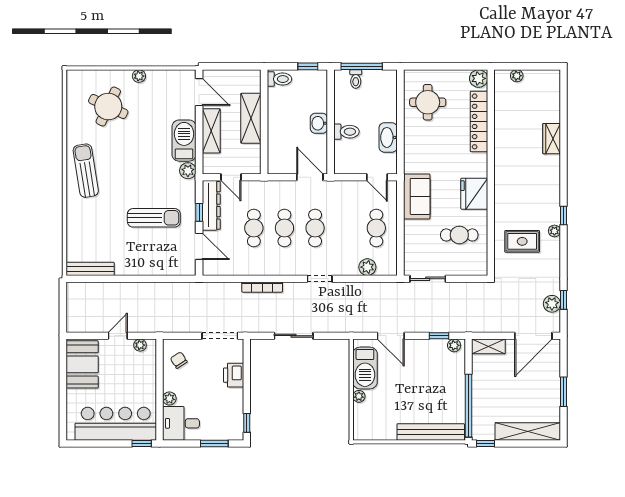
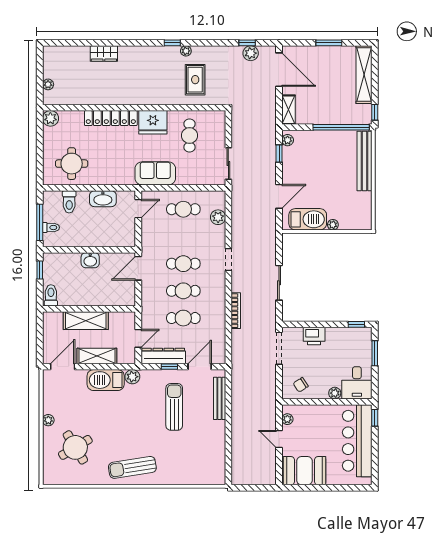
round table: (108, 106) -> (75, 447), turned 34
locker: (479, 121) -> (111, 118), moved
toilet: (346, 132) -> (69, 202), moved, turned 180
bench: (90, 269) -> (220, 398), moved

